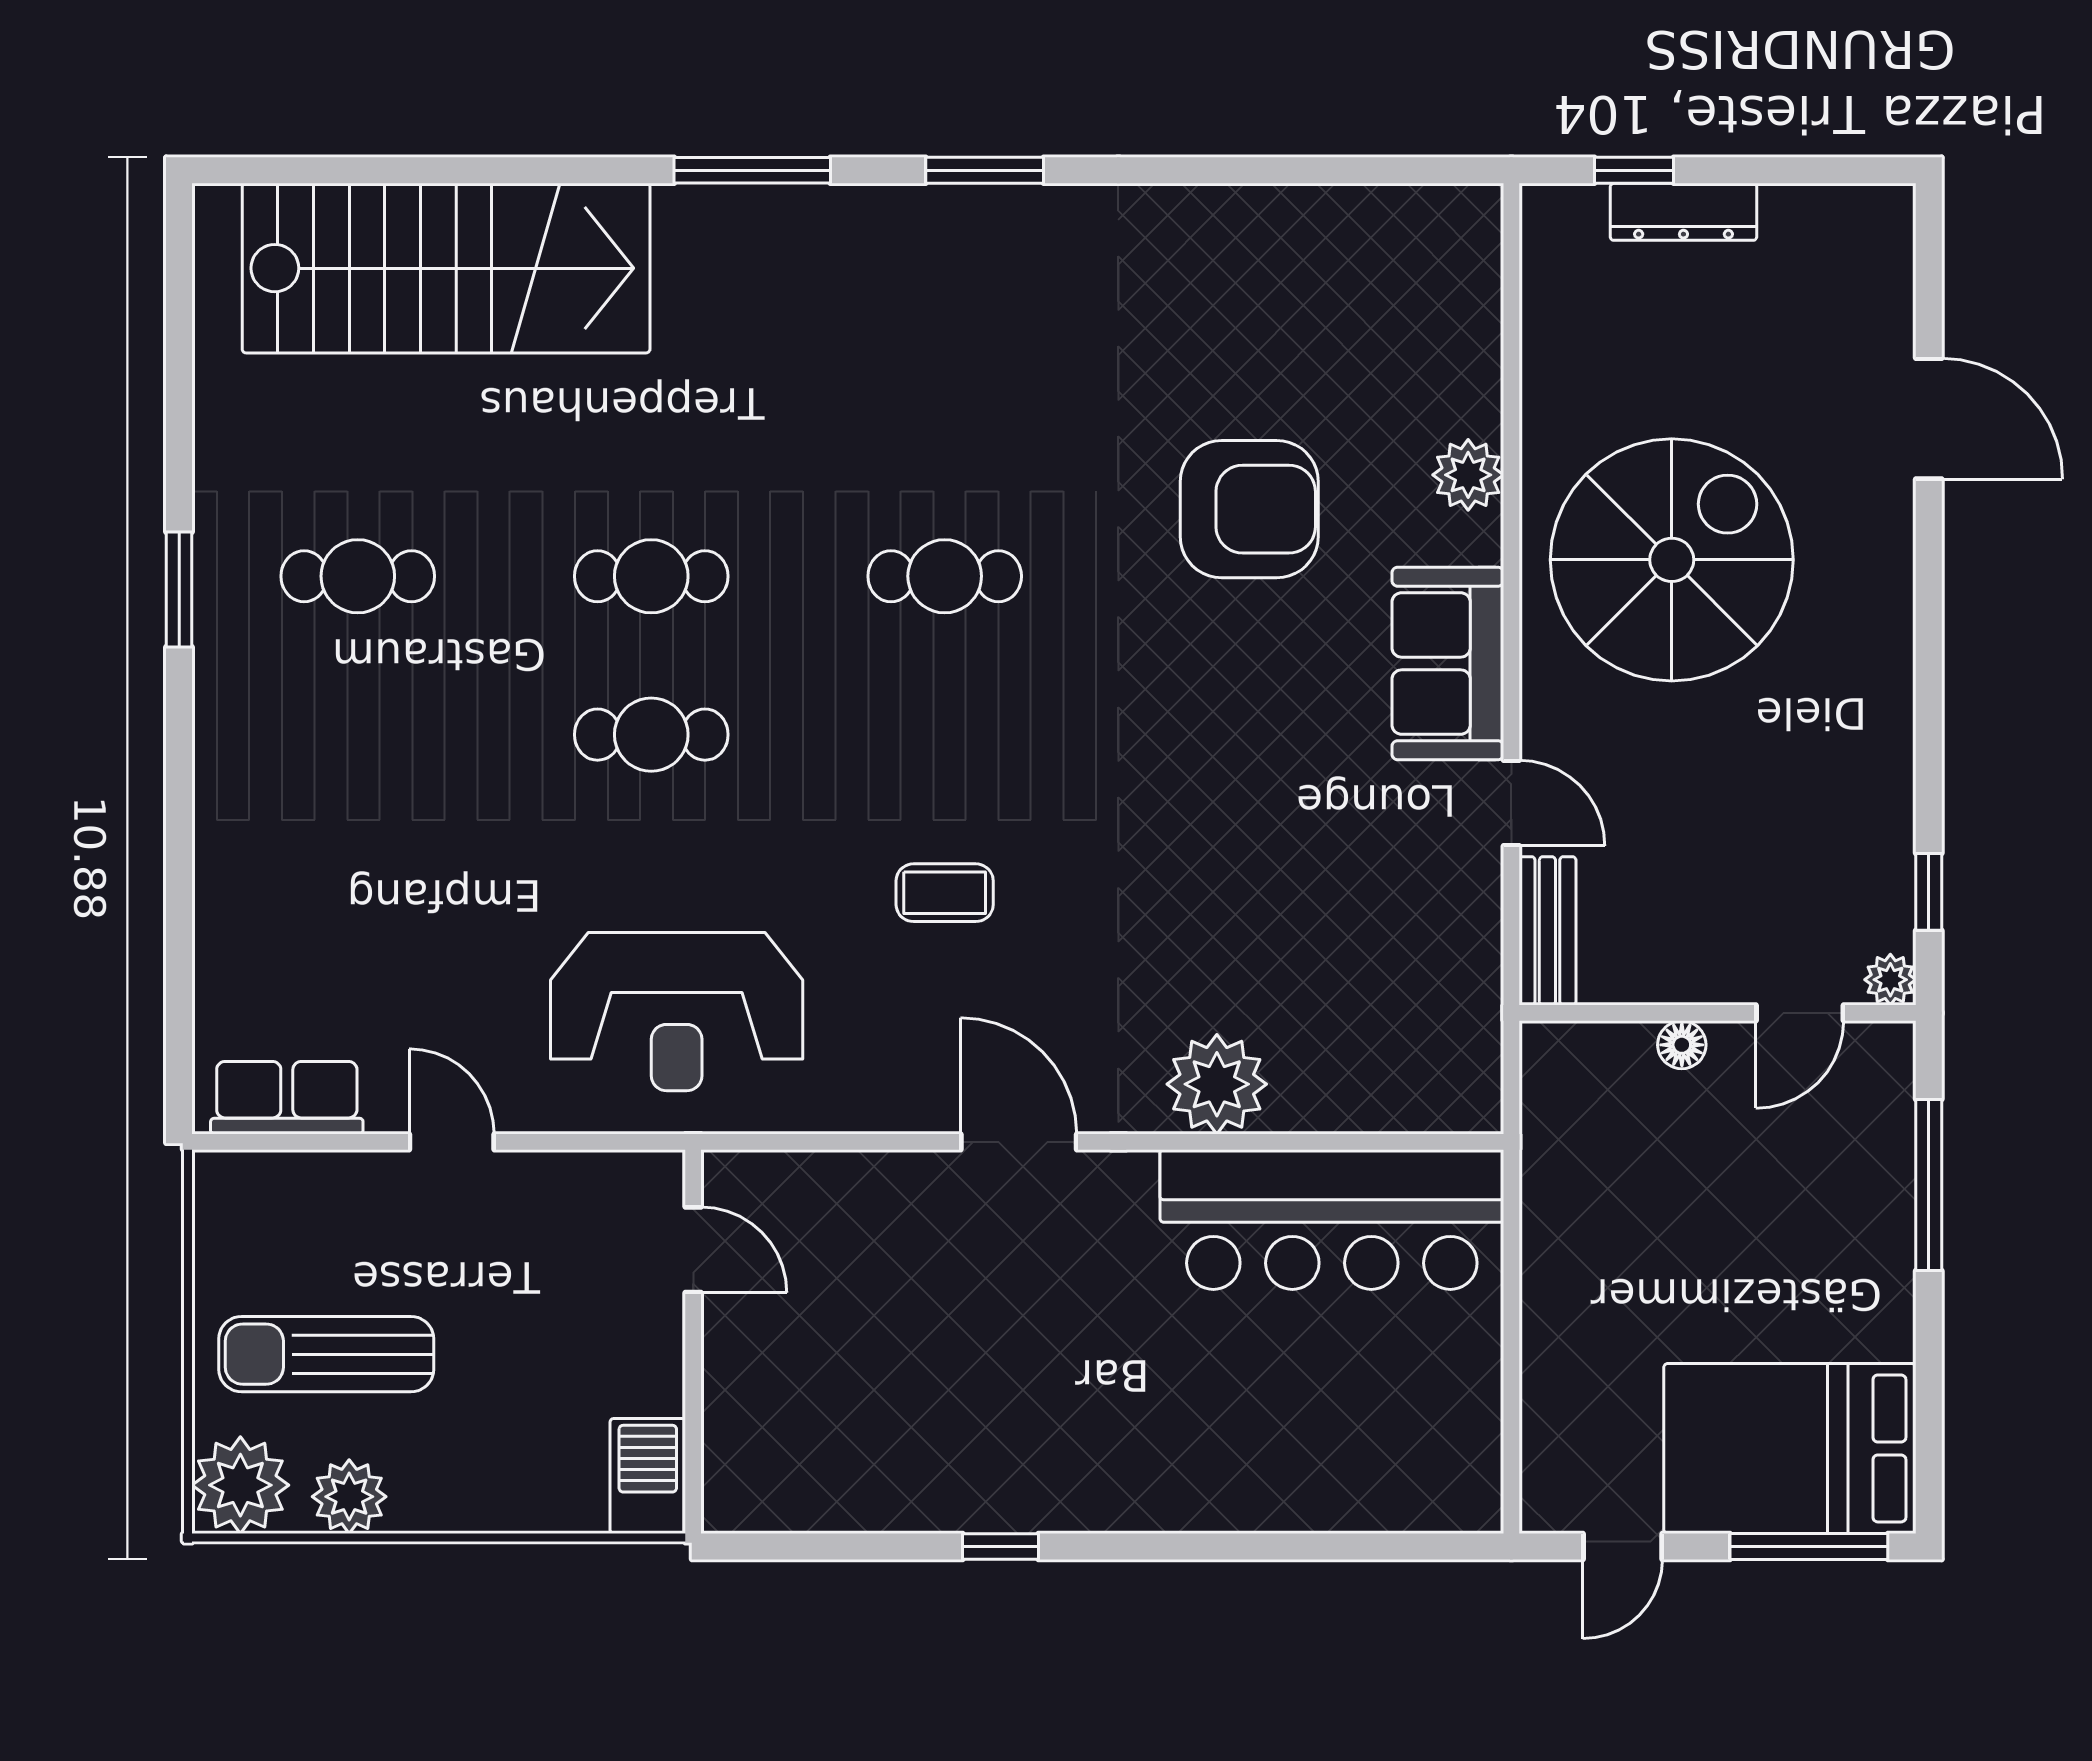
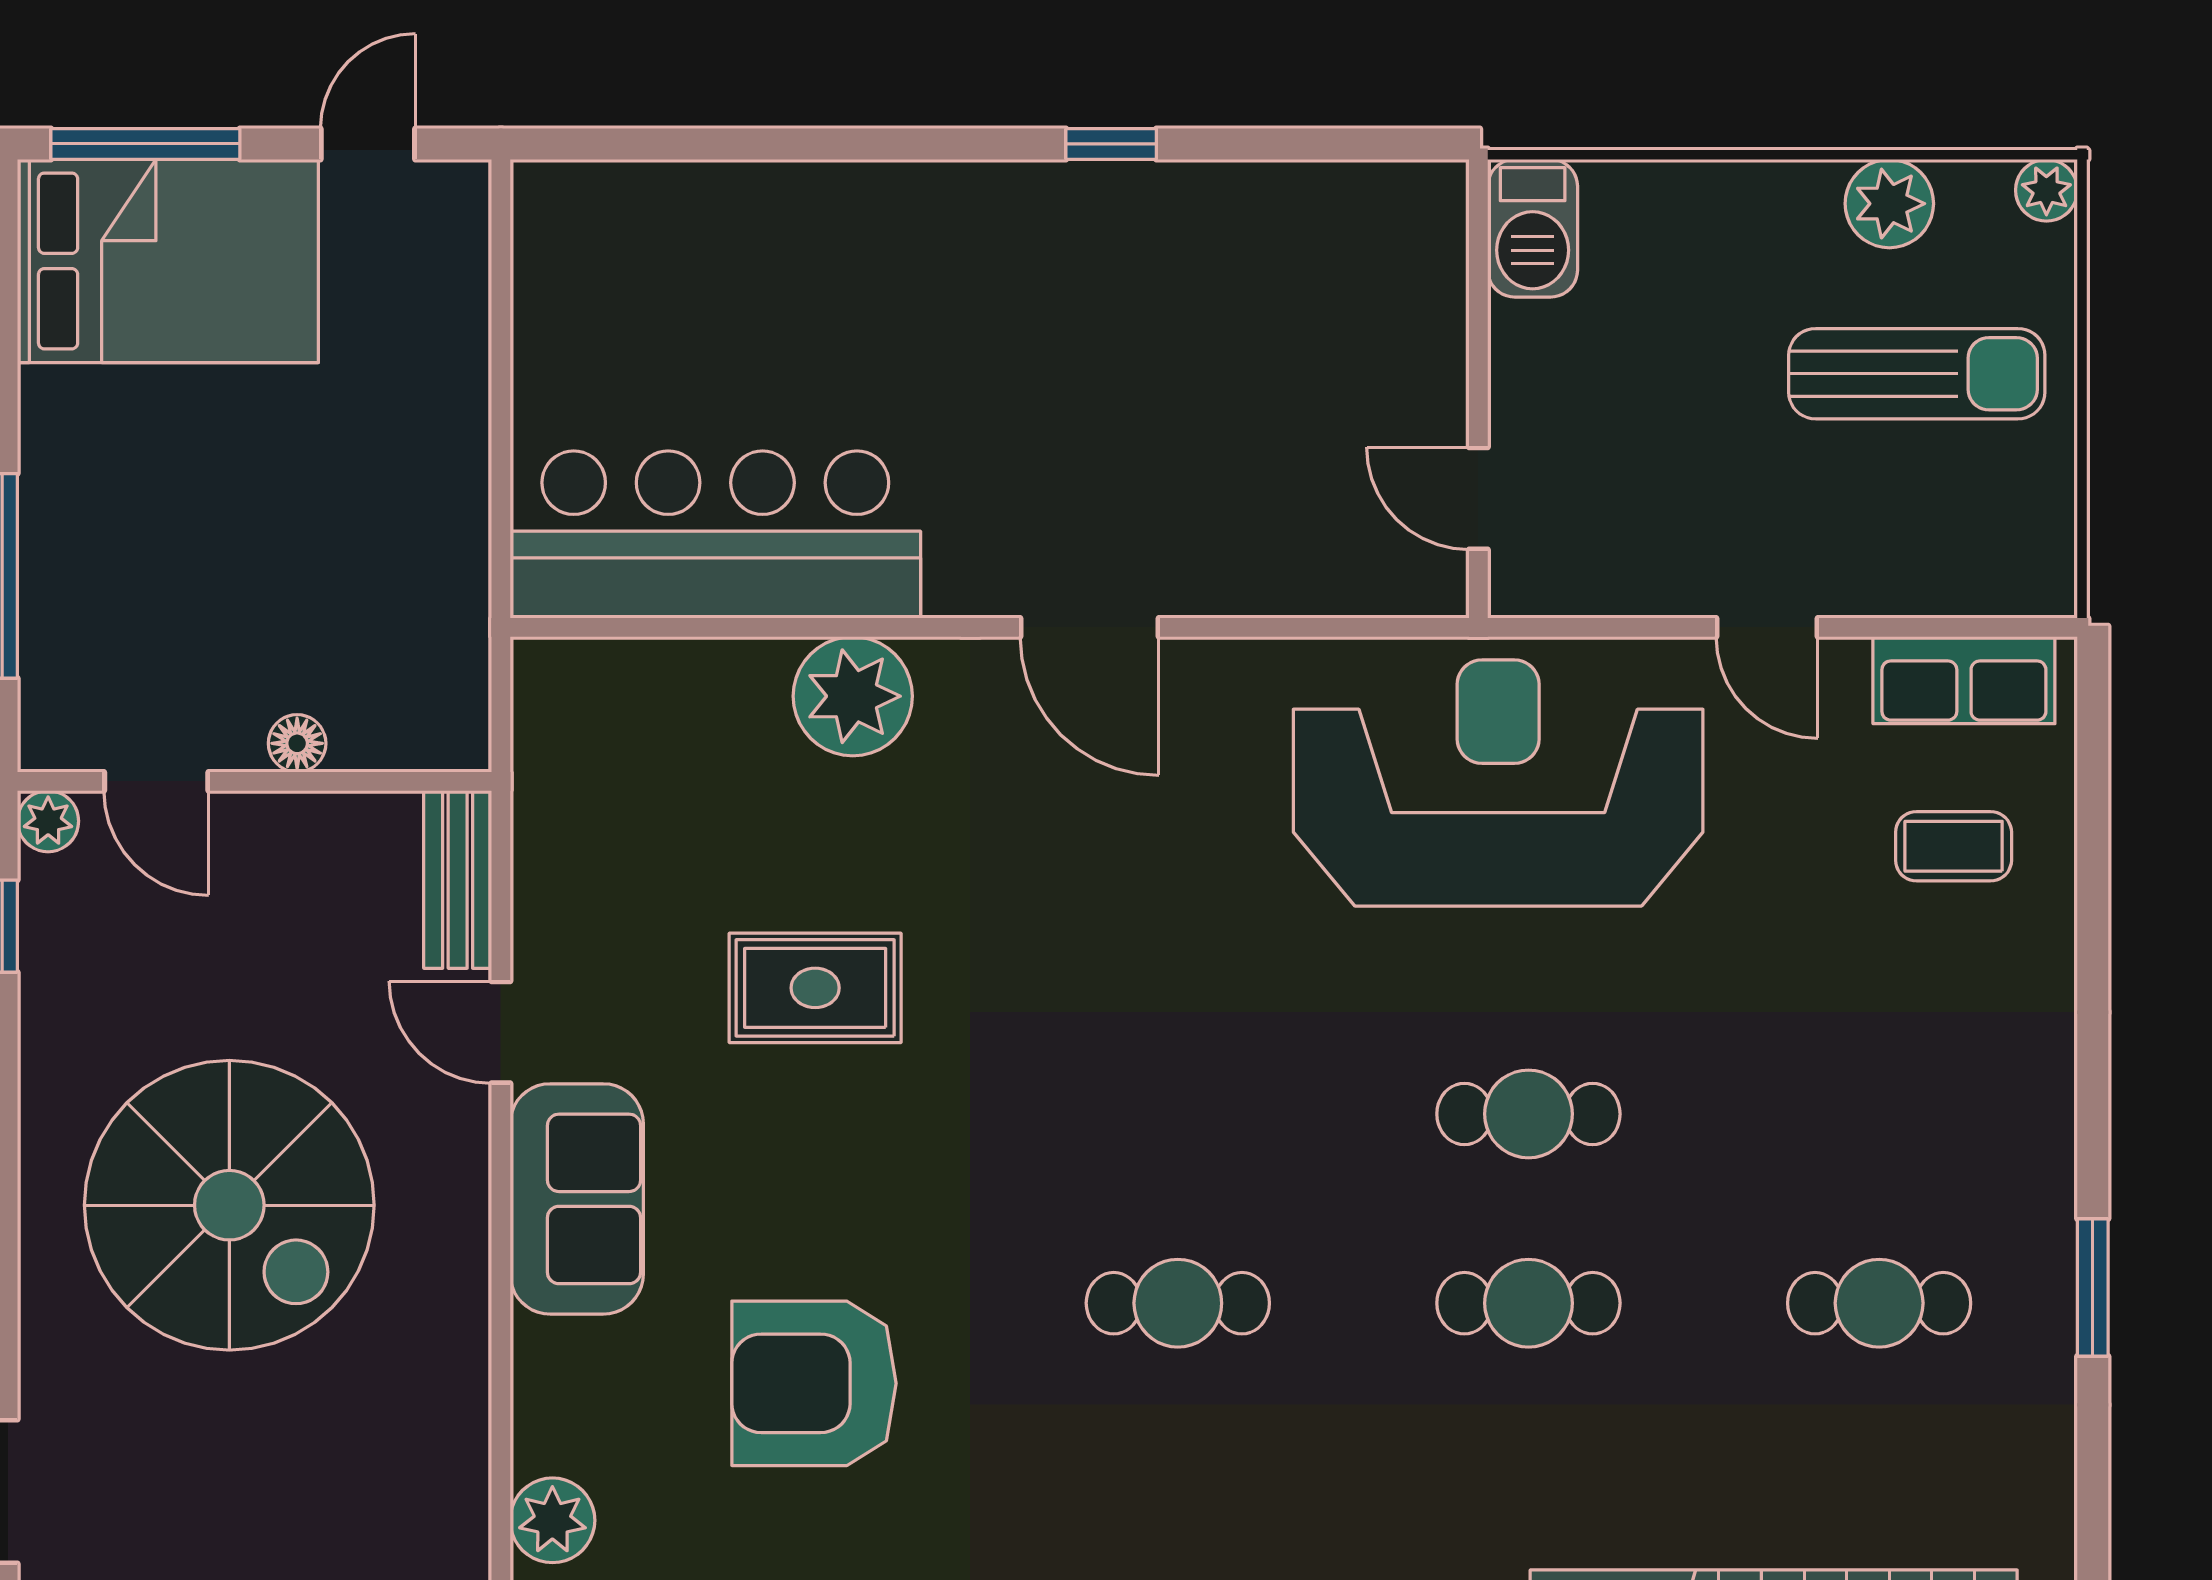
plant: (1468, 475) -> (552, 1520), moved
spiral stairs: (1672, 560) -> (229, 1205), moved, turned -90
rug: (1248, 840) -> (815, 988), added
coffee table: (945, 893) -> (1954, 846), moved
reception desk: (677, 1012) -> (1498, 783), width x1.36, depth x1.30
door: (1800, 1013) -> (156, 781), swing flipped
plant: (240, 1485) -> (2046, 190), width x0.53, depth x0.53

